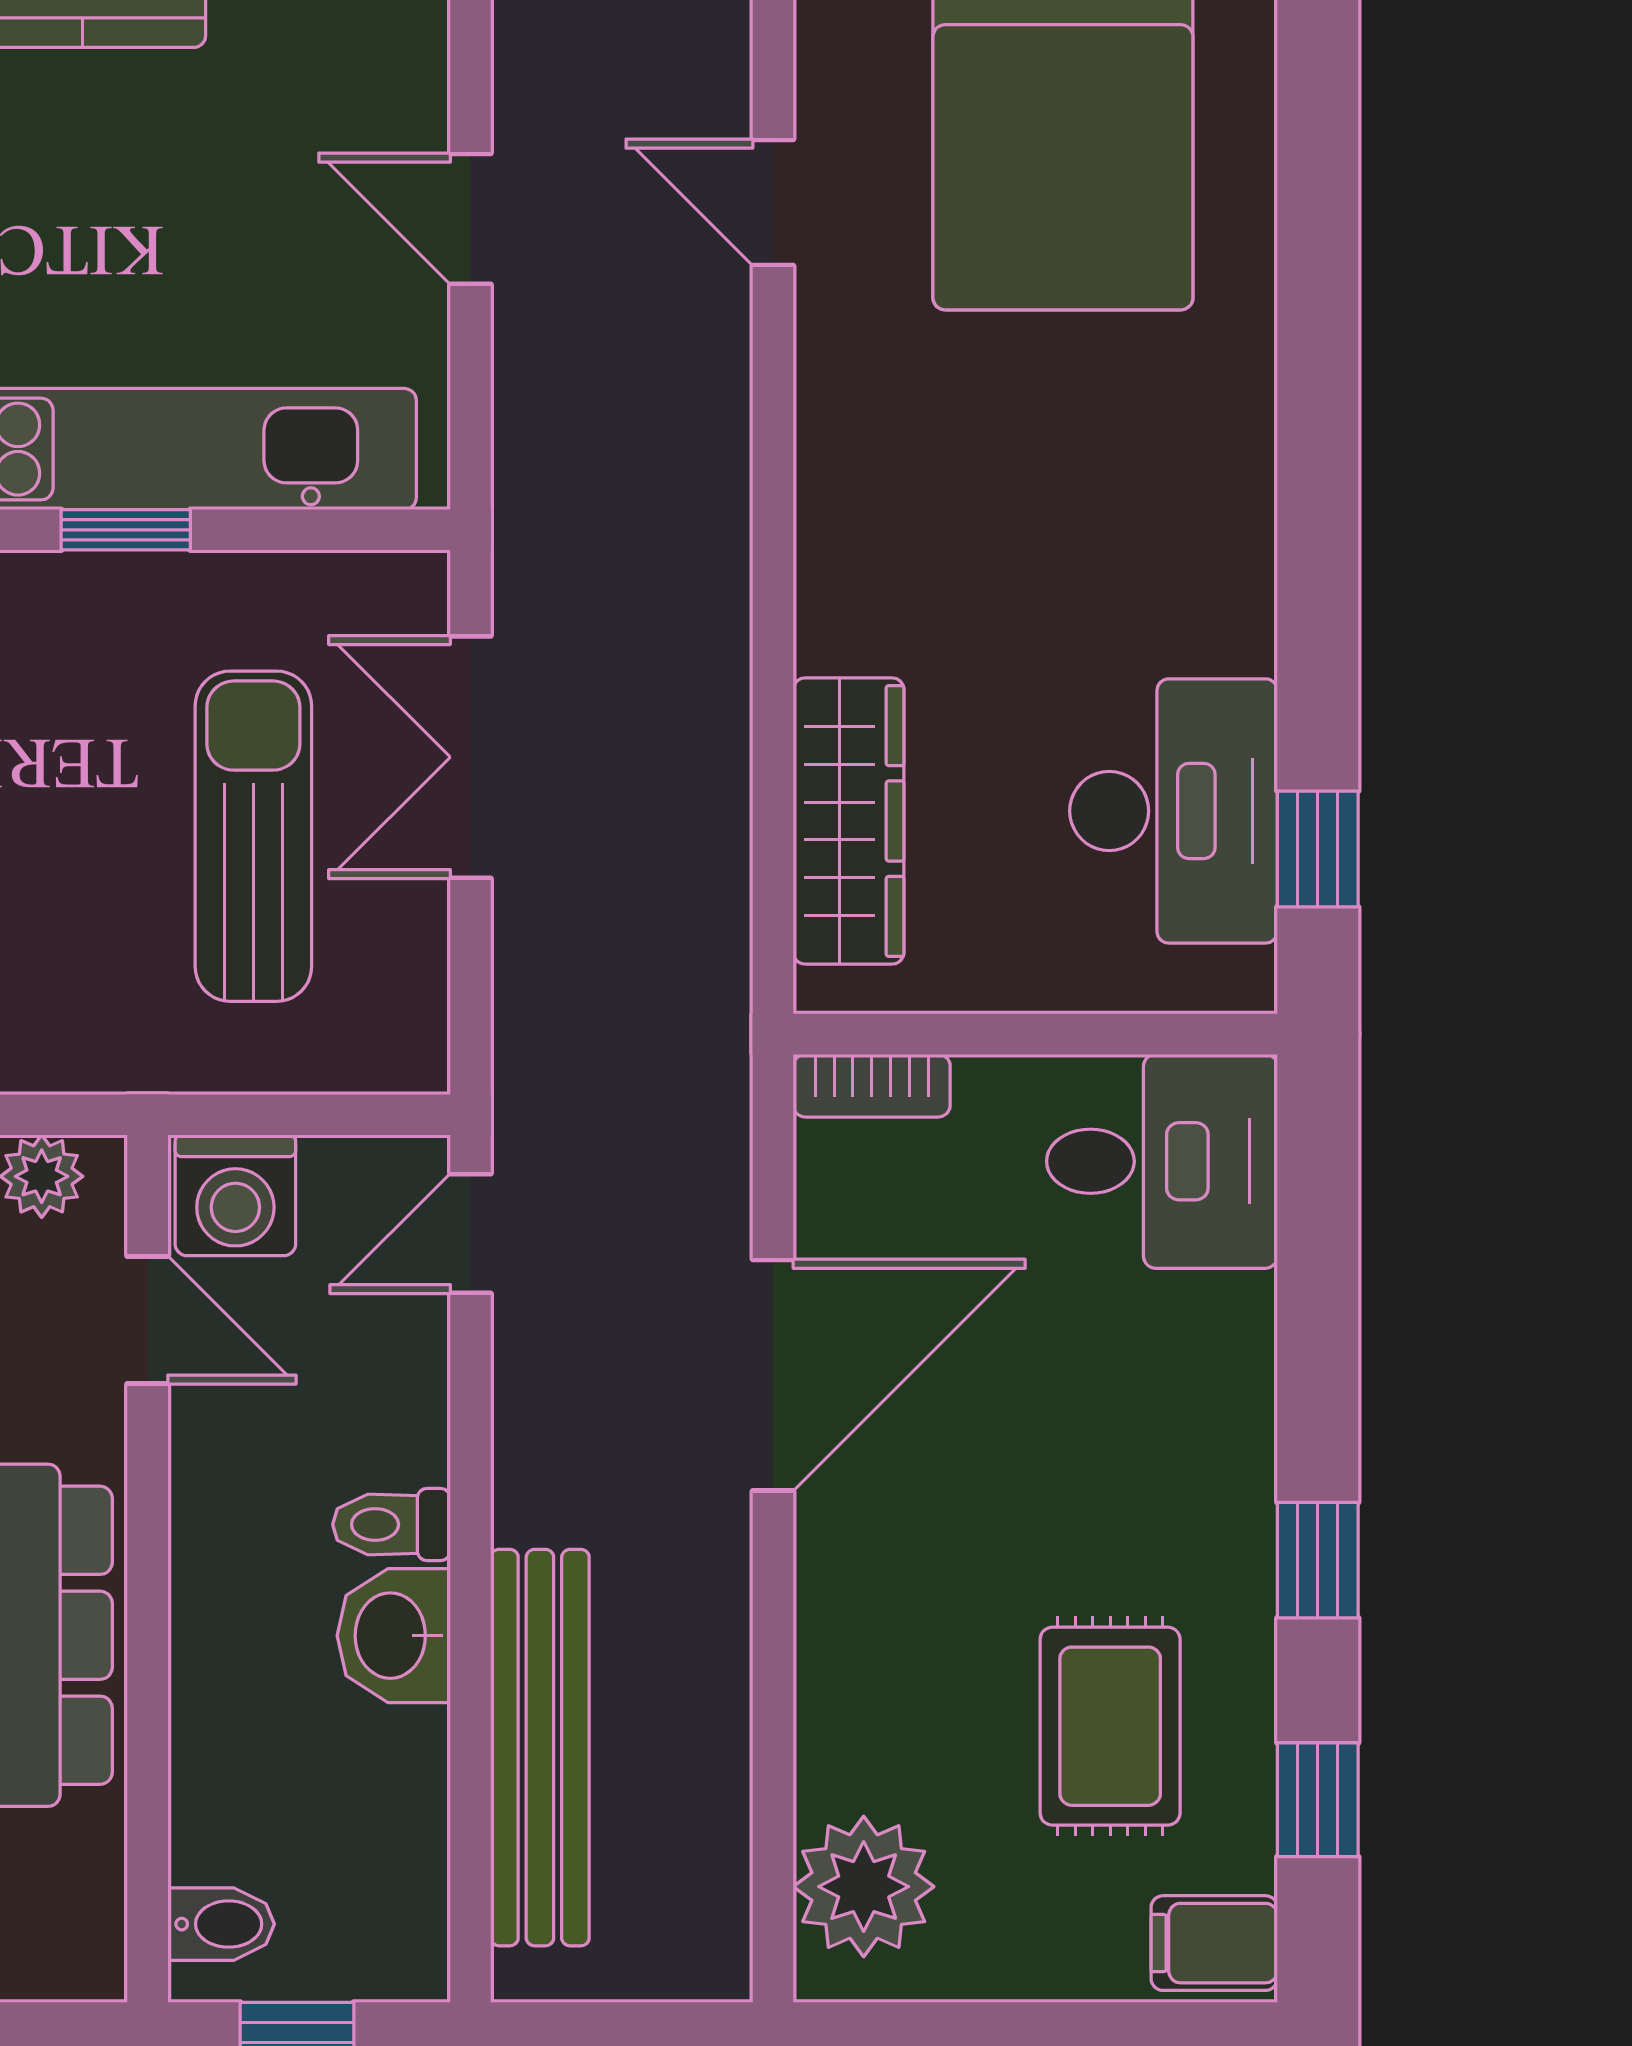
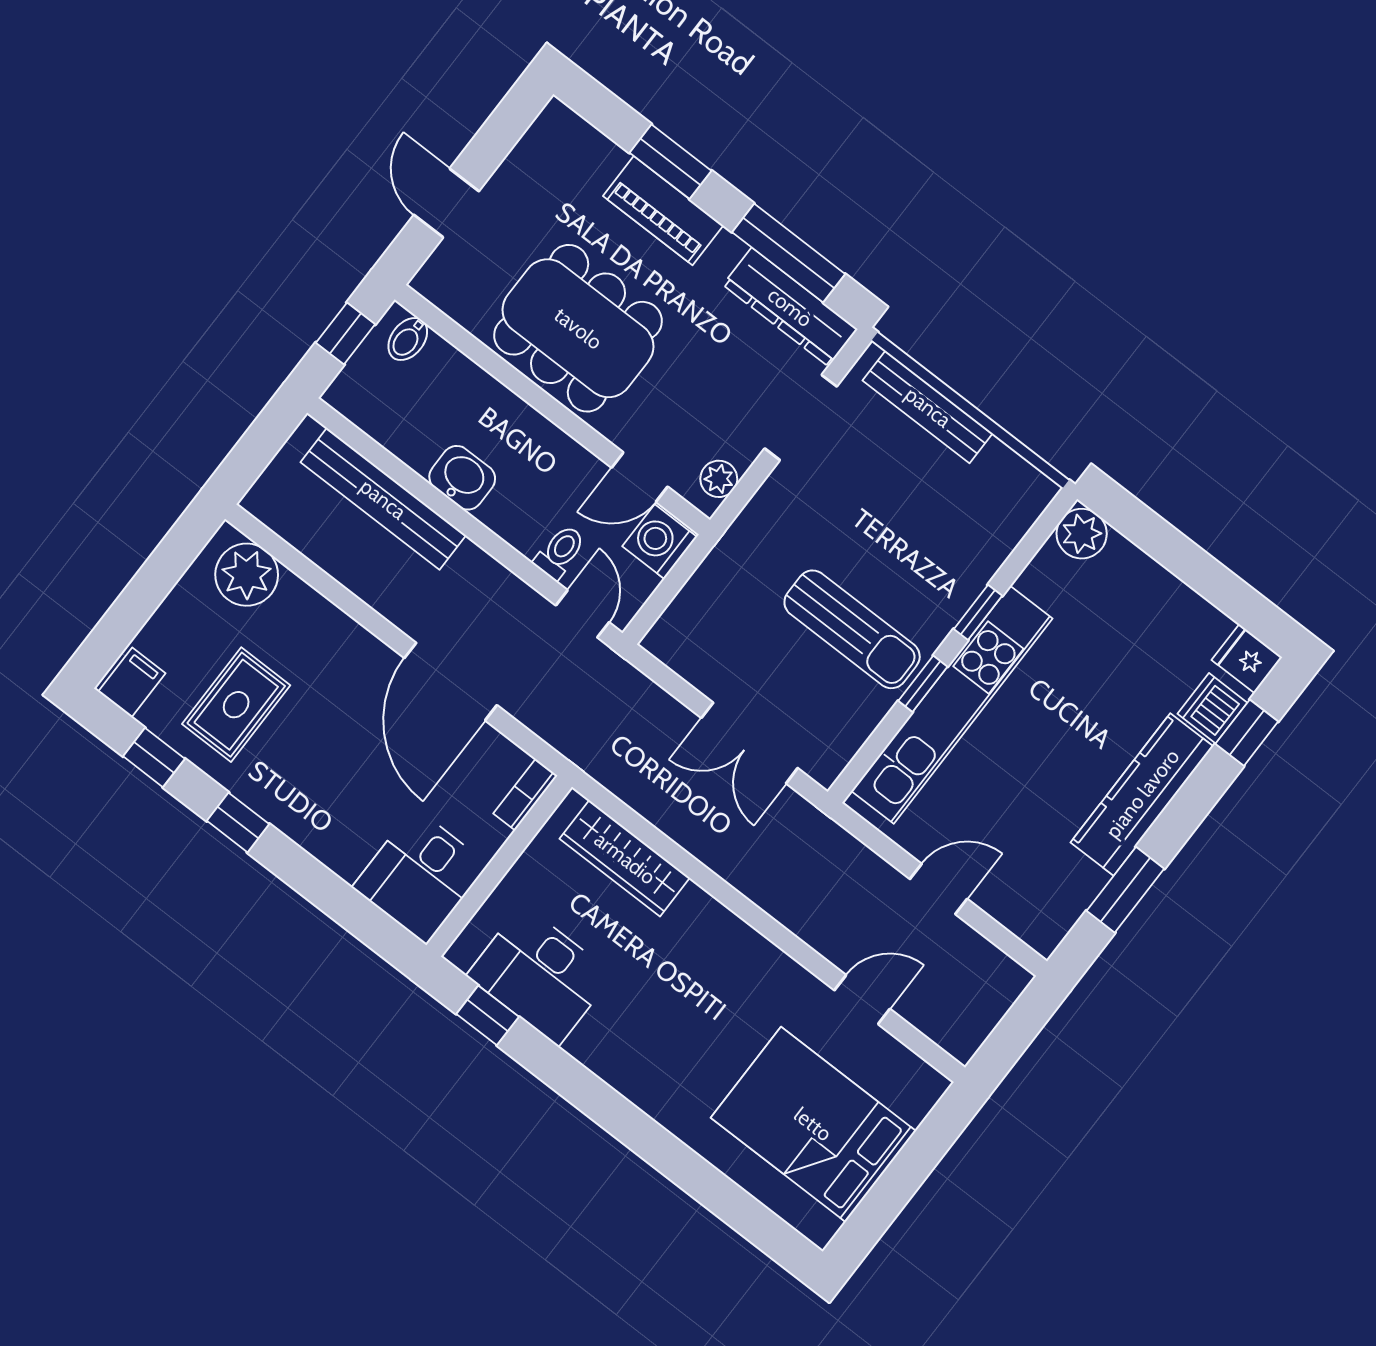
double door: (470, 757) -> (750, 743), swing flipped
sun lounger: (253, 836) -> (852, 629), moved
toilet: (391, 1525) -> (560, 552), moved
rug: (1110, 1726) -> (236, 705), turned 90

